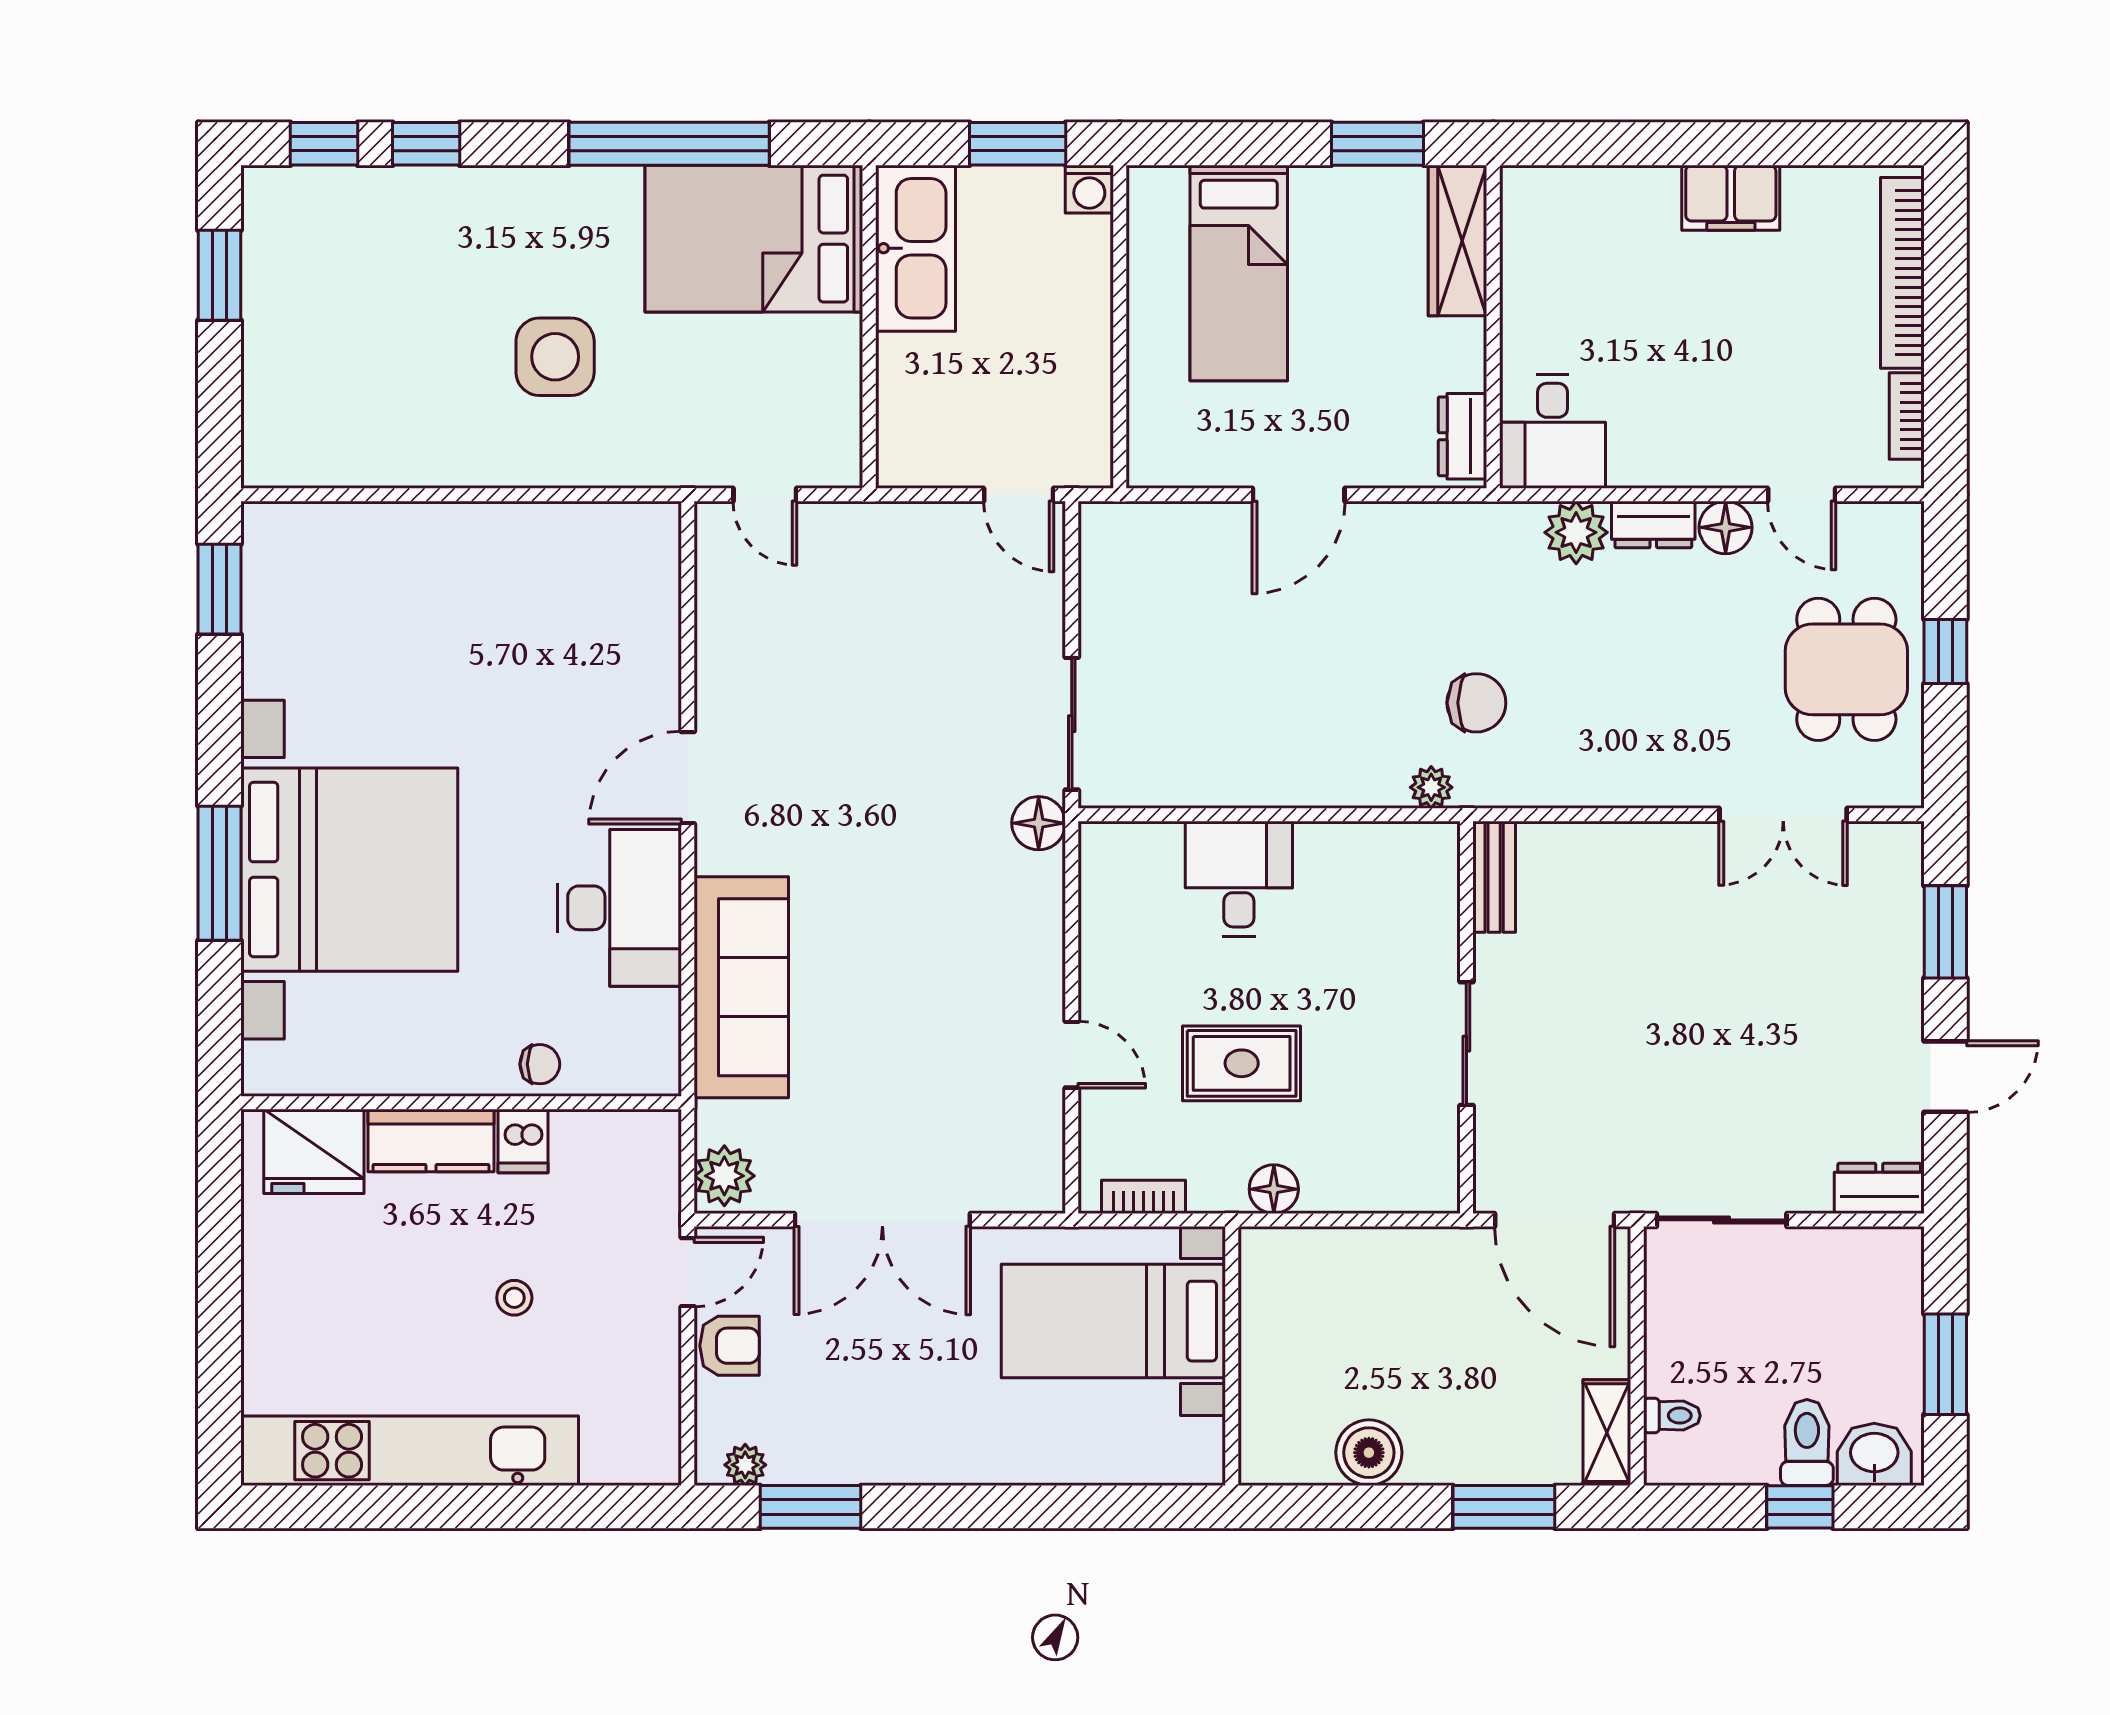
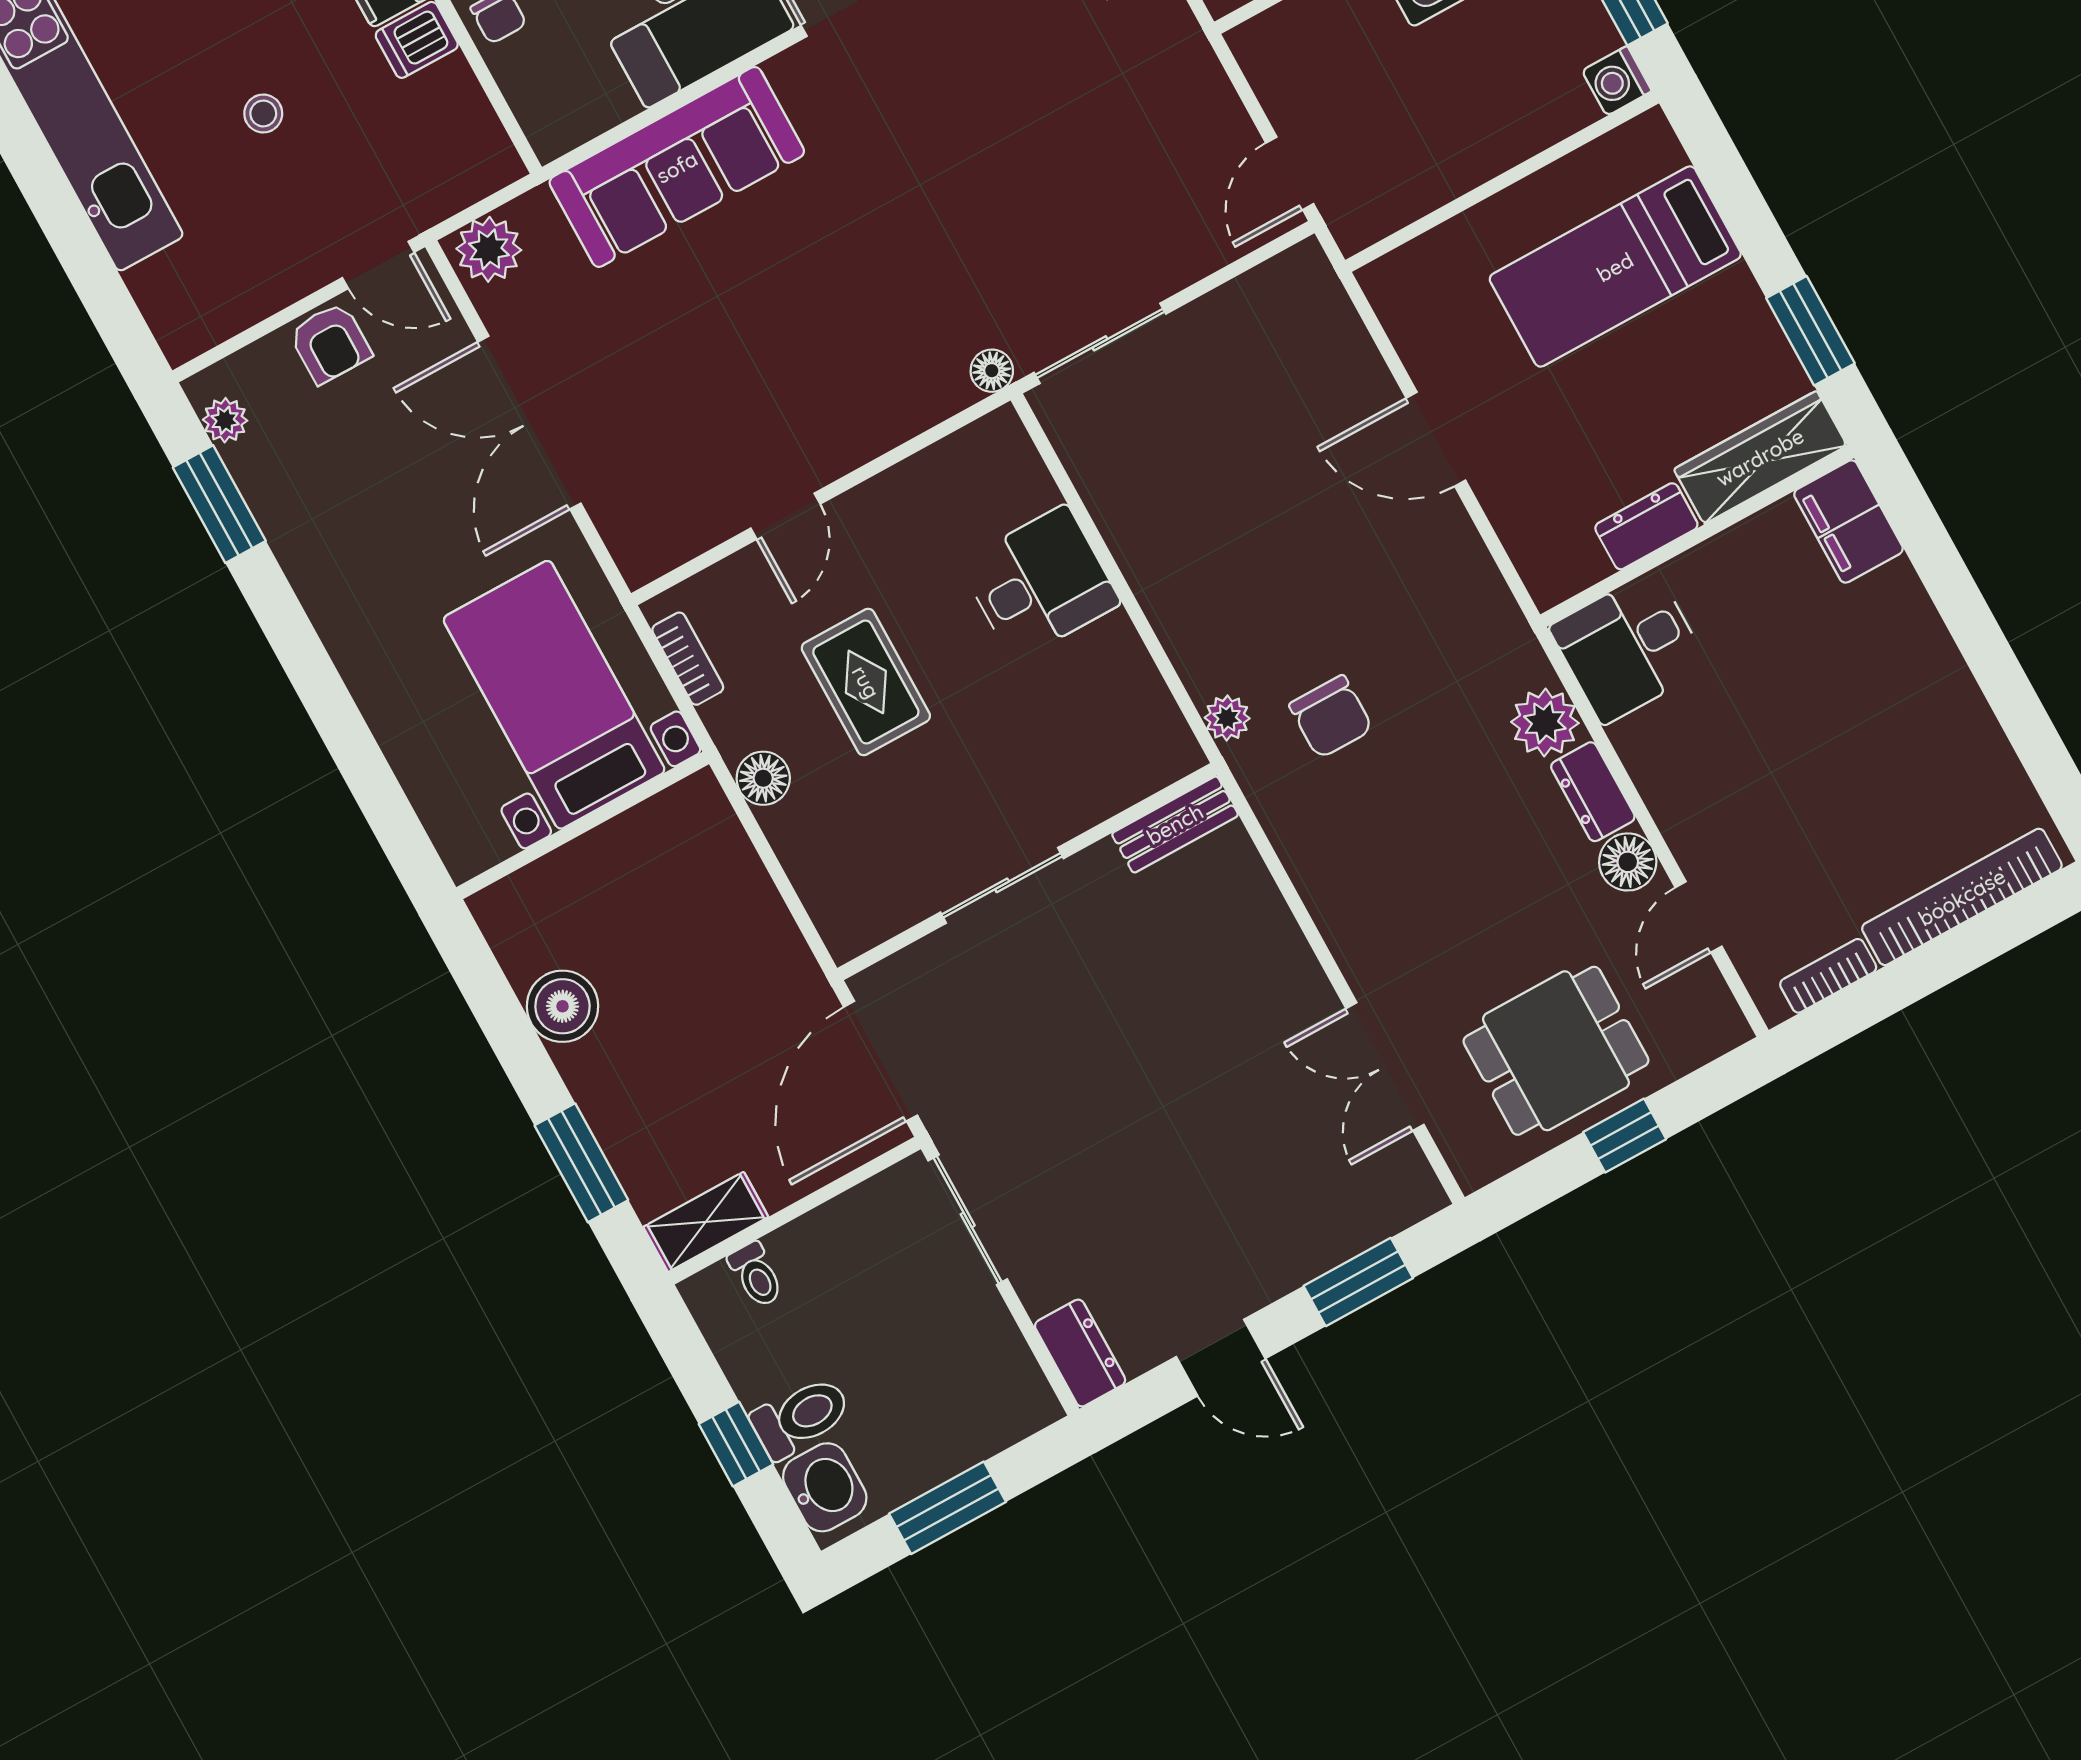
filing cabinet: (1731, 198) -> (1848, 521), moved
dresser: (1463, 436) -> (1646, 526), moved
floor lamp: (1039, 823) -> (992, 371), width x0.73, depth x0.73

